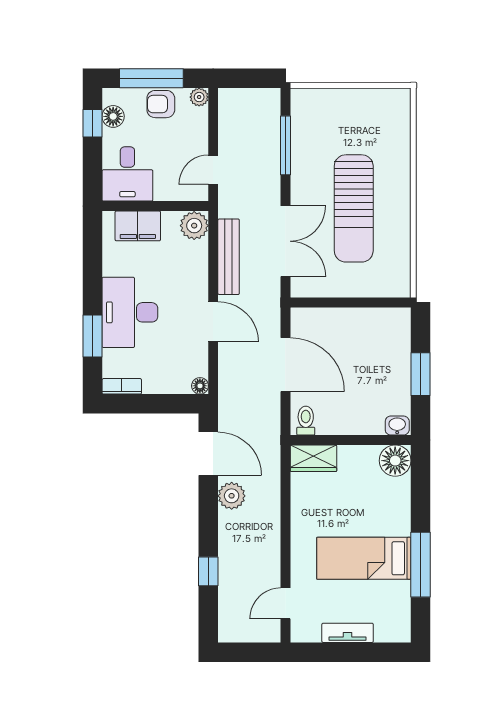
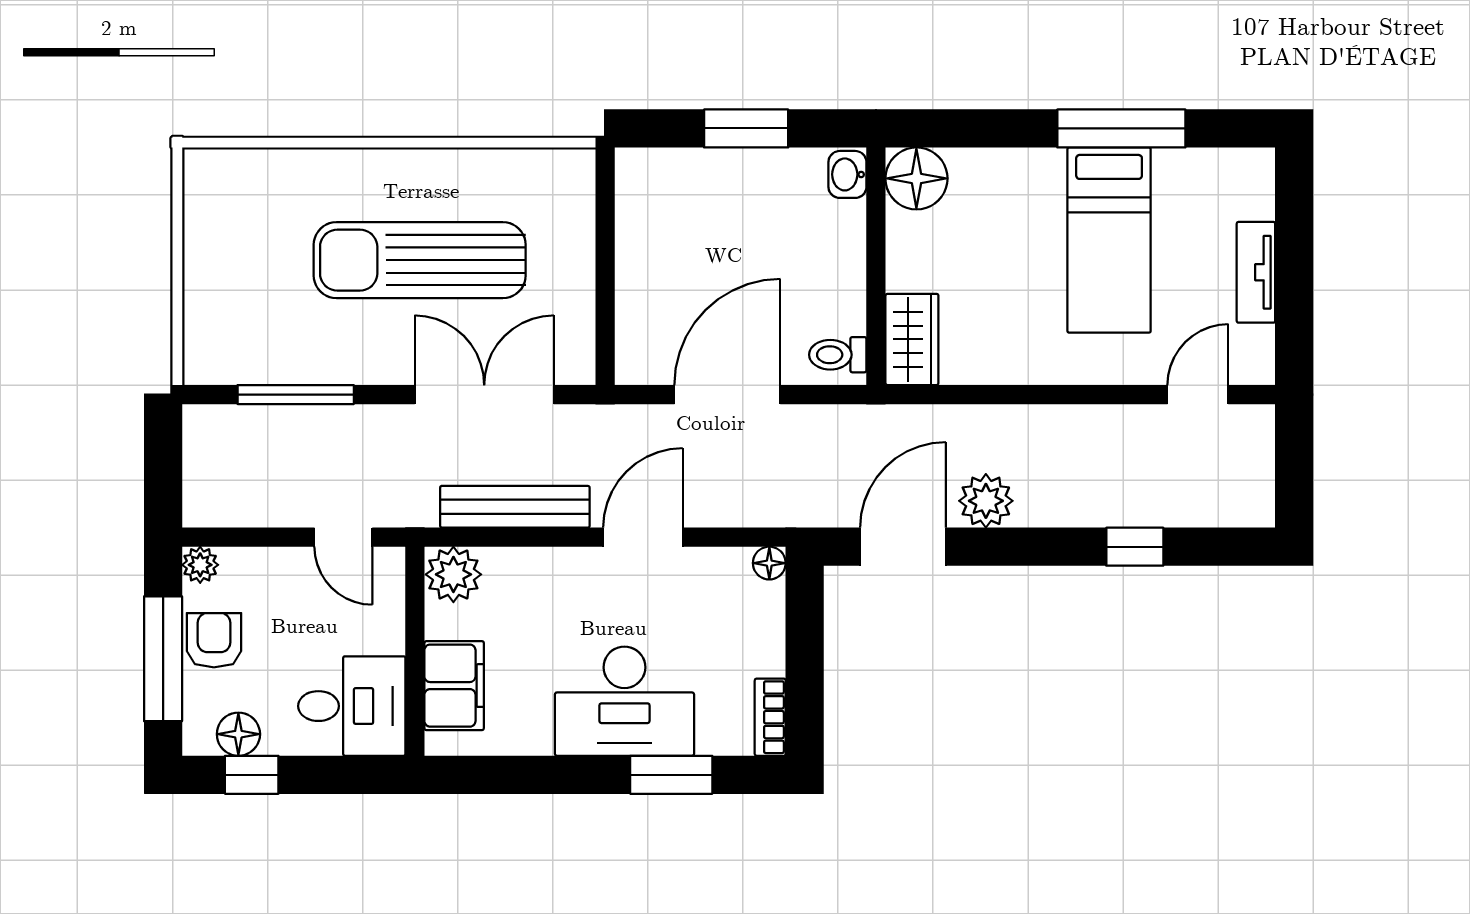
armchair: (161, 104) -> (214, 640), turned 180
sun lounger: (354, 208) -> (420, 260), turned 180
door: (285, 603) -> (1198, 395), swing flipped

